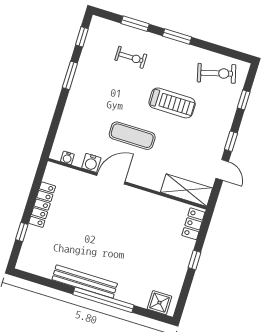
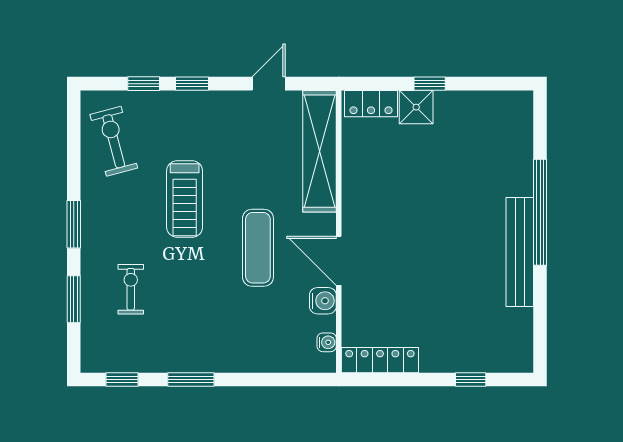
treadmill: (172, 103) -> (185, 199), turned 180
window: (231, 141) -> (192, 84), moved
shelving: (186, 190) -> (320, 151), width x1.47
locker: (42, 205) -> (380, 360), moved
shower: (159, 303) -> (416, 107), moved

